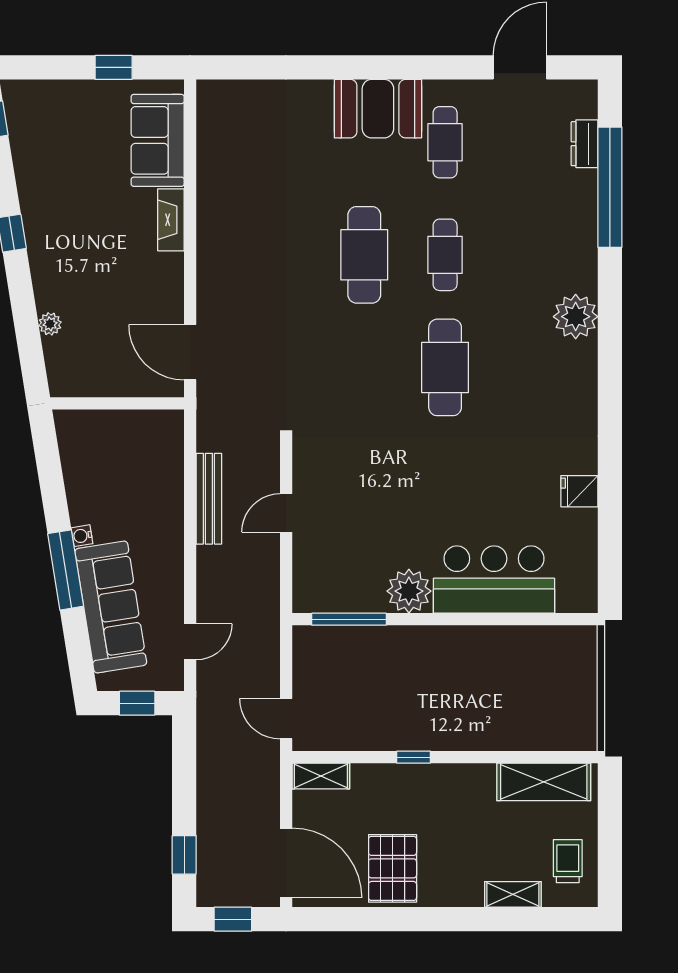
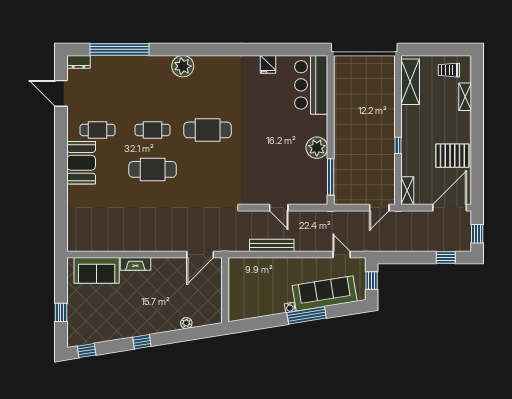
window: (114, 67) -> (61, 312), moved
dresser: (585, 144) -> (79, 62), moved
bar counter: (494, 580) -> (311, 85), moved

